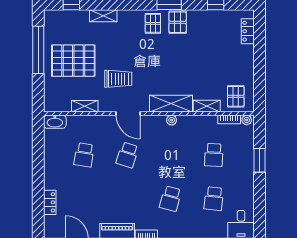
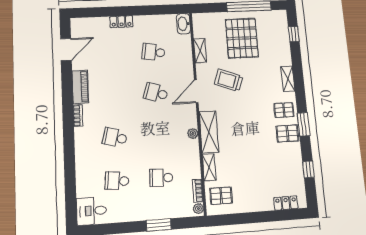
shelving: (103, 16) -> (288, 79), moved
trolley: (118, 79) -> (229, 80), turned 110
locker: (50, 202) -> (121, 22), moved

